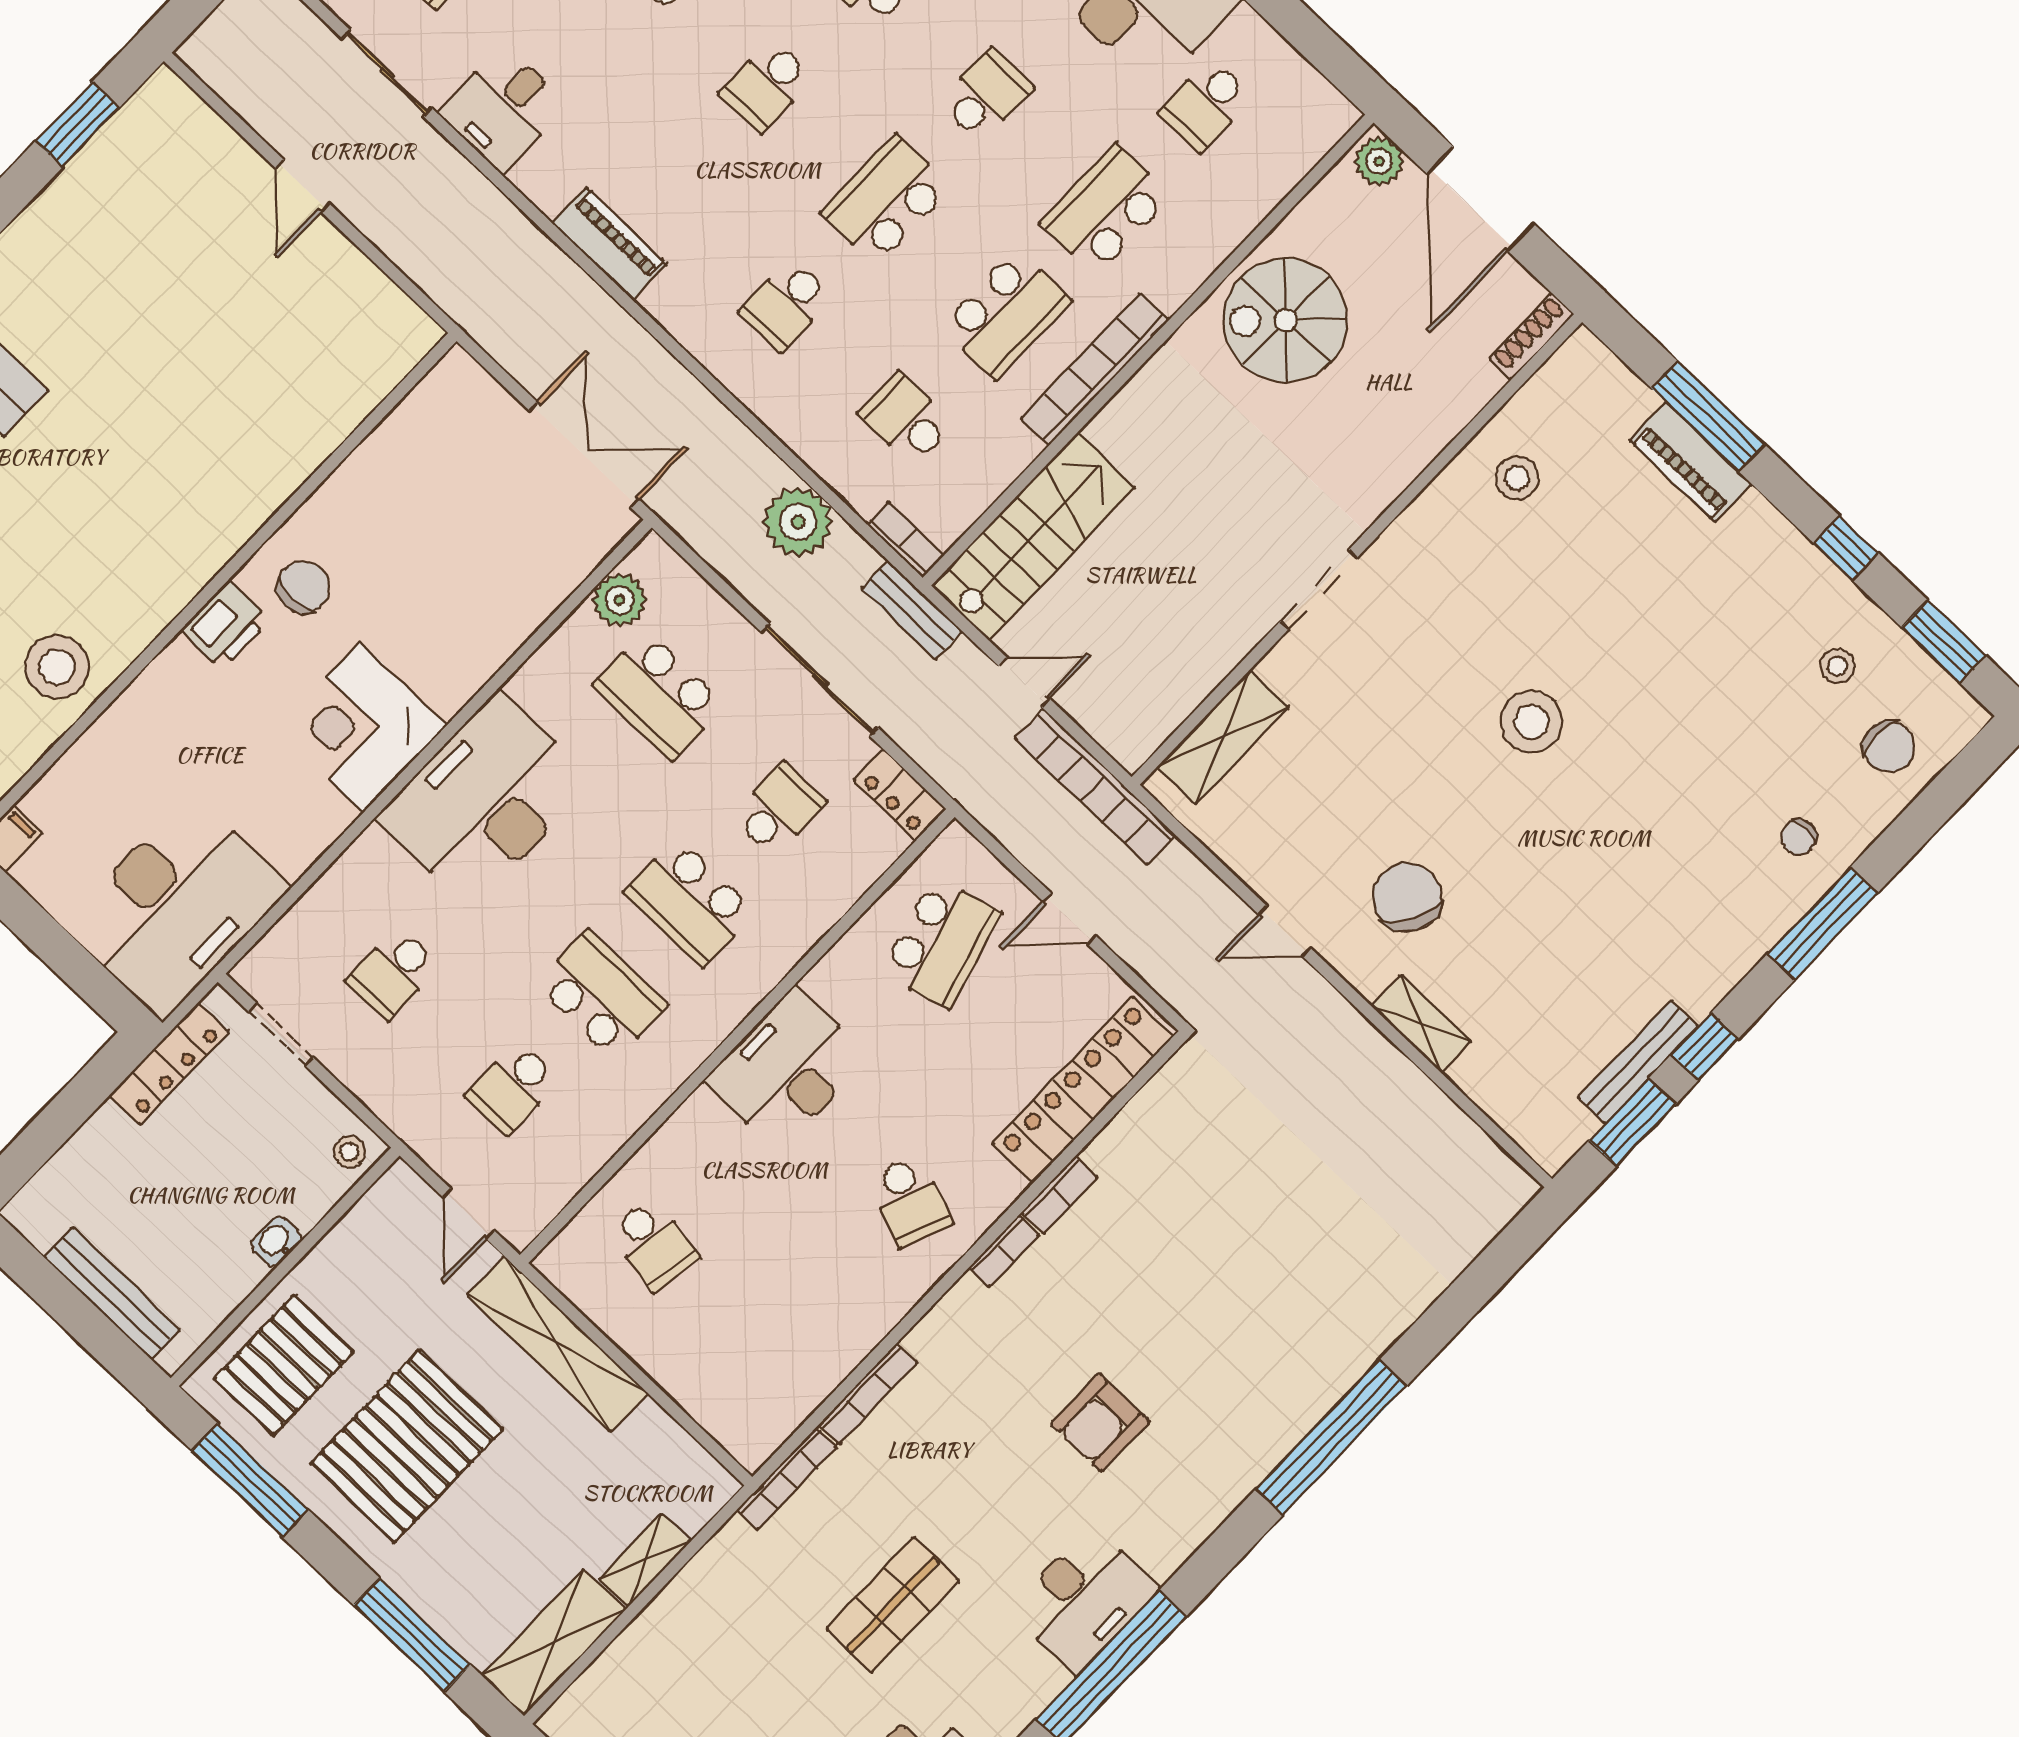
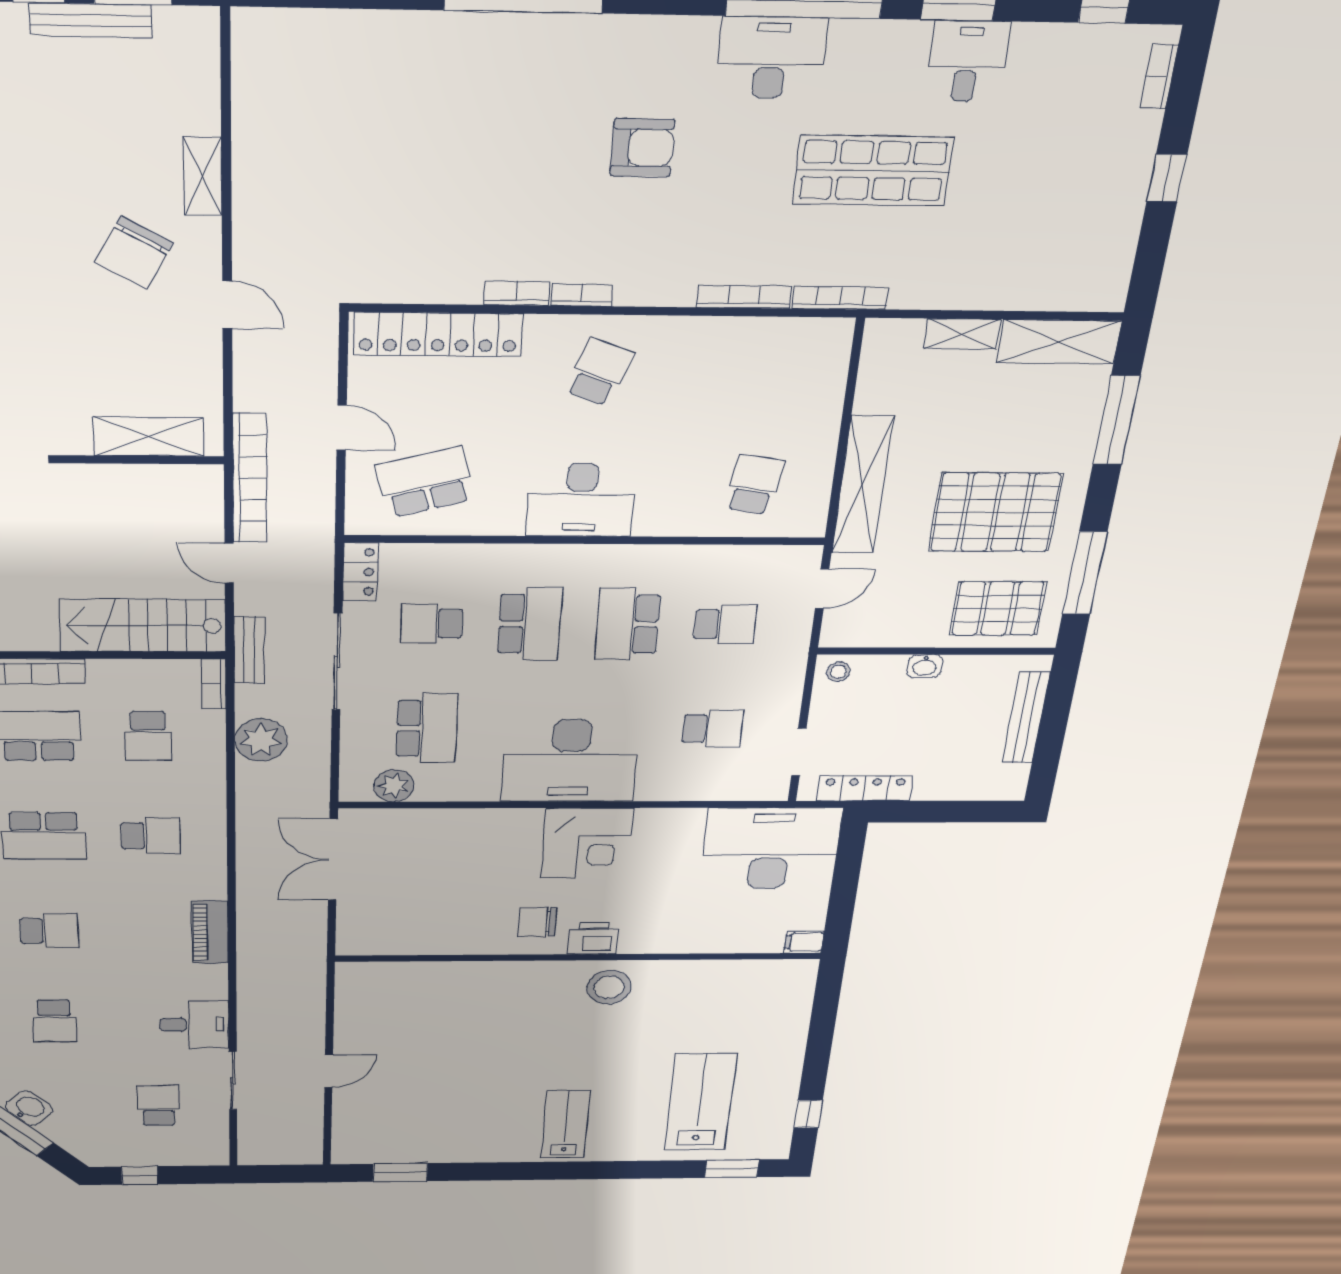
stool: (57, 667) -> (609, 987), moved
shop shelf: (893, 1605) -> (873, 171), width x1.43, depth x1.36

